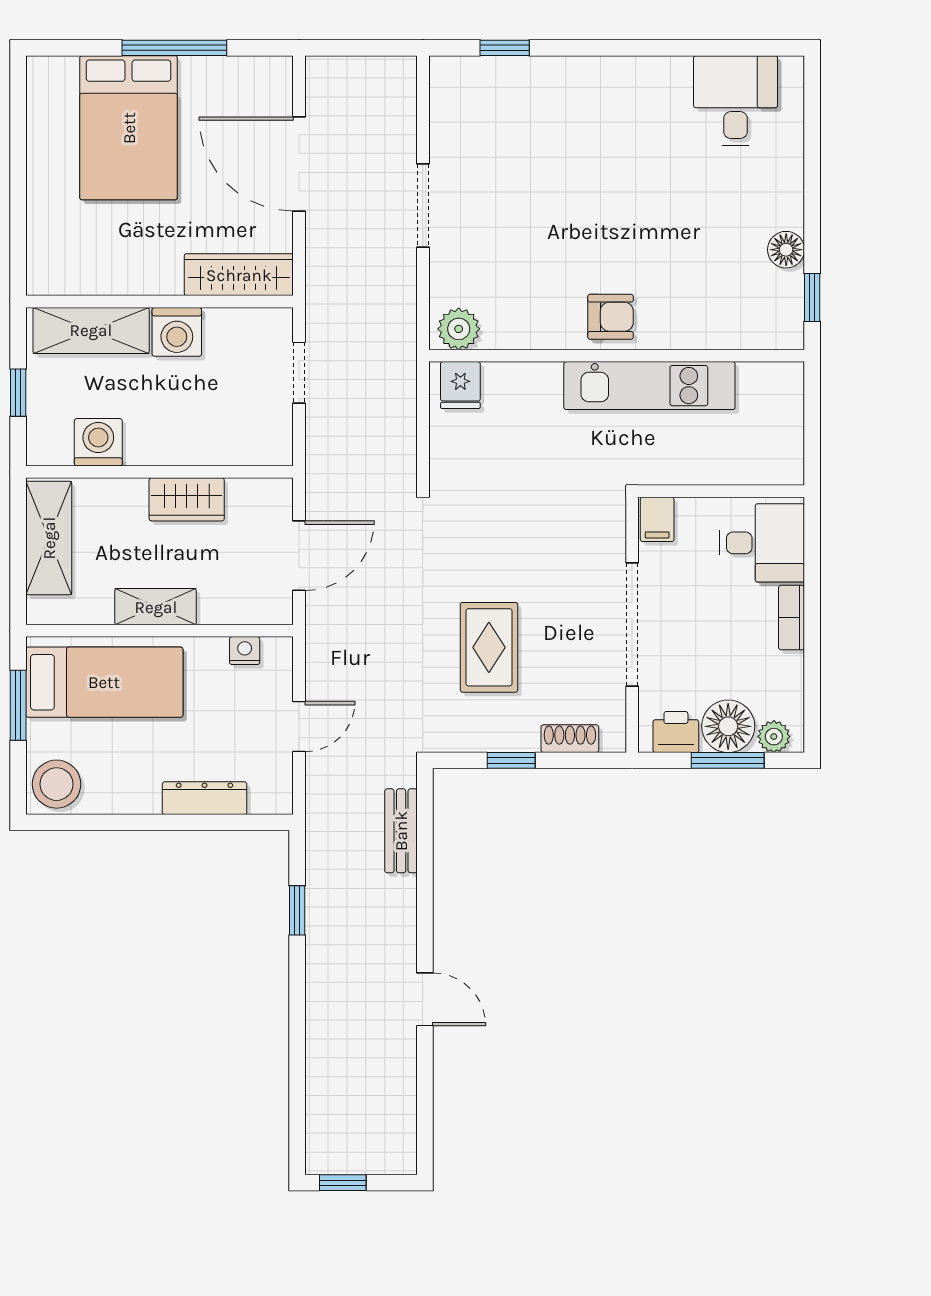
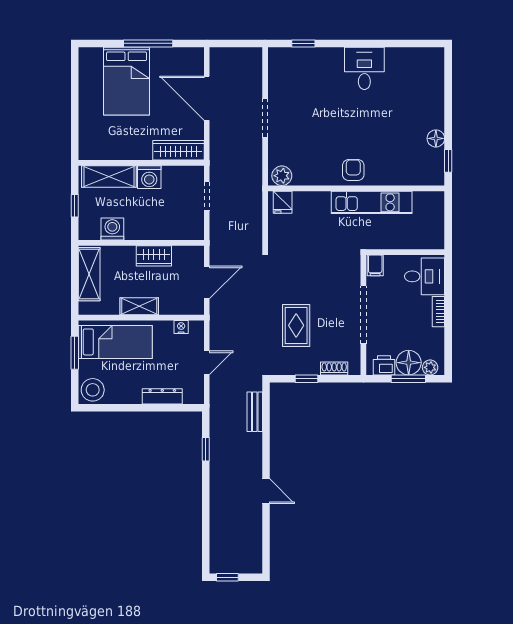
desk: (736, 101) -> (364, 68), moved
armchair: (610, 317) -> (353, 170), turned -90

